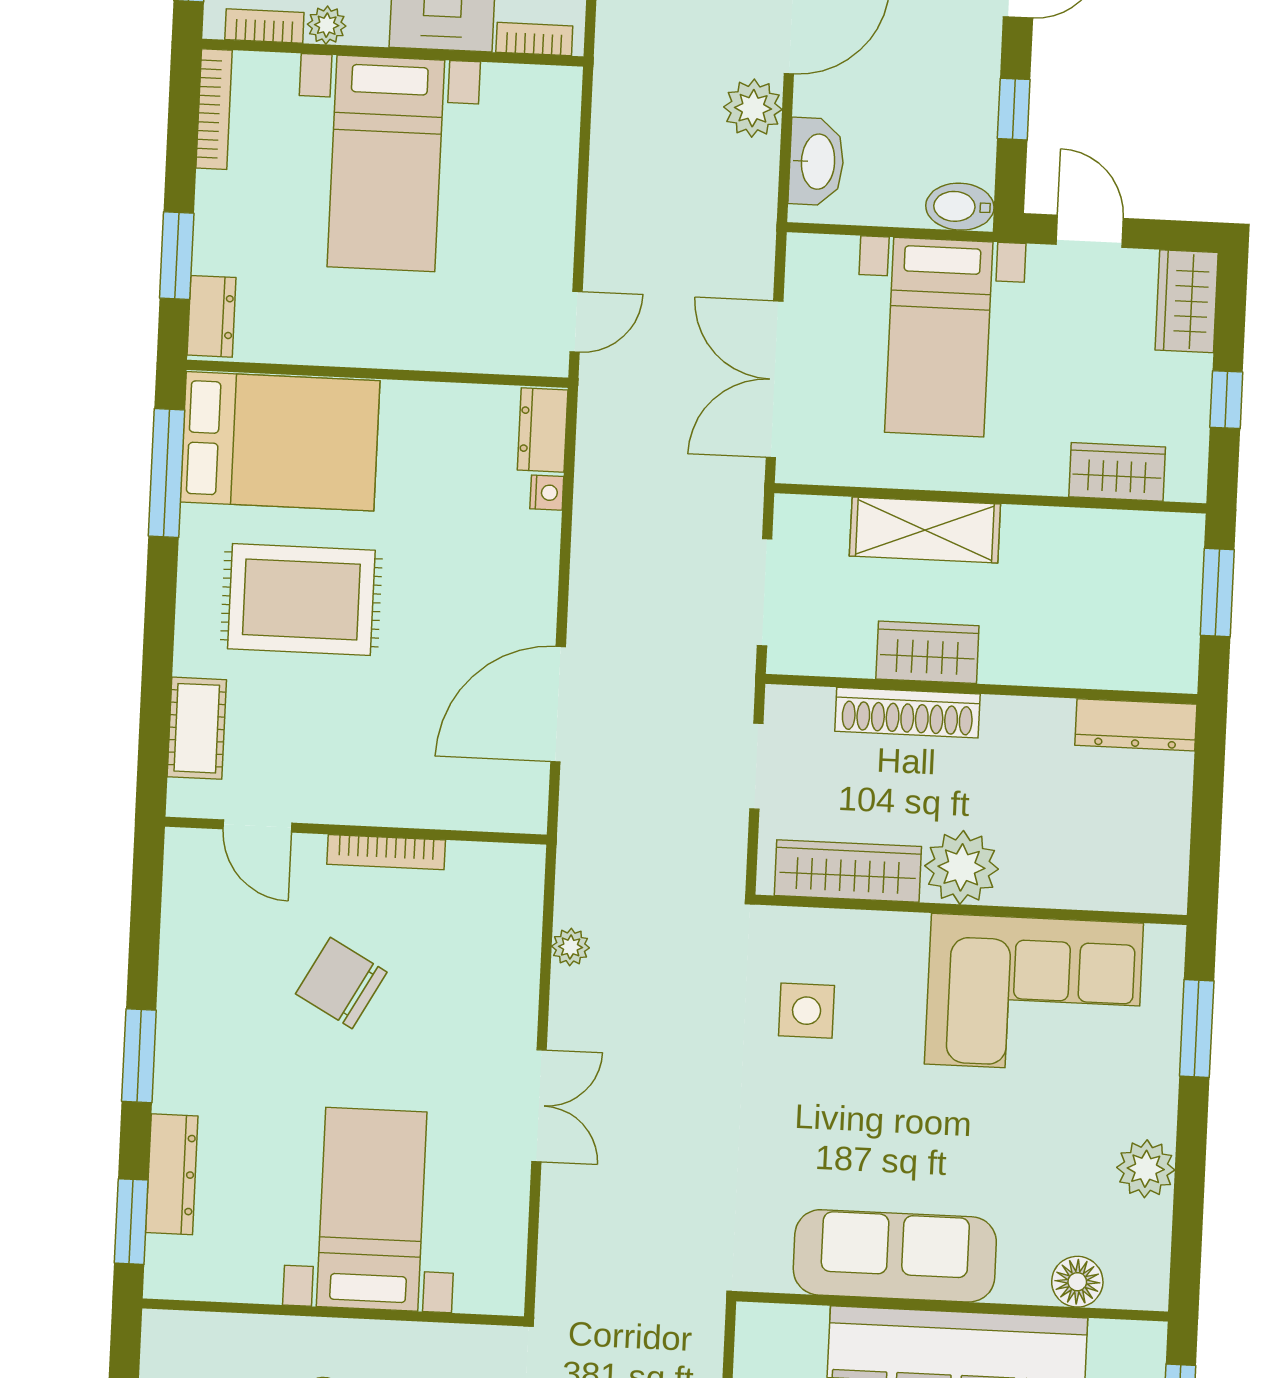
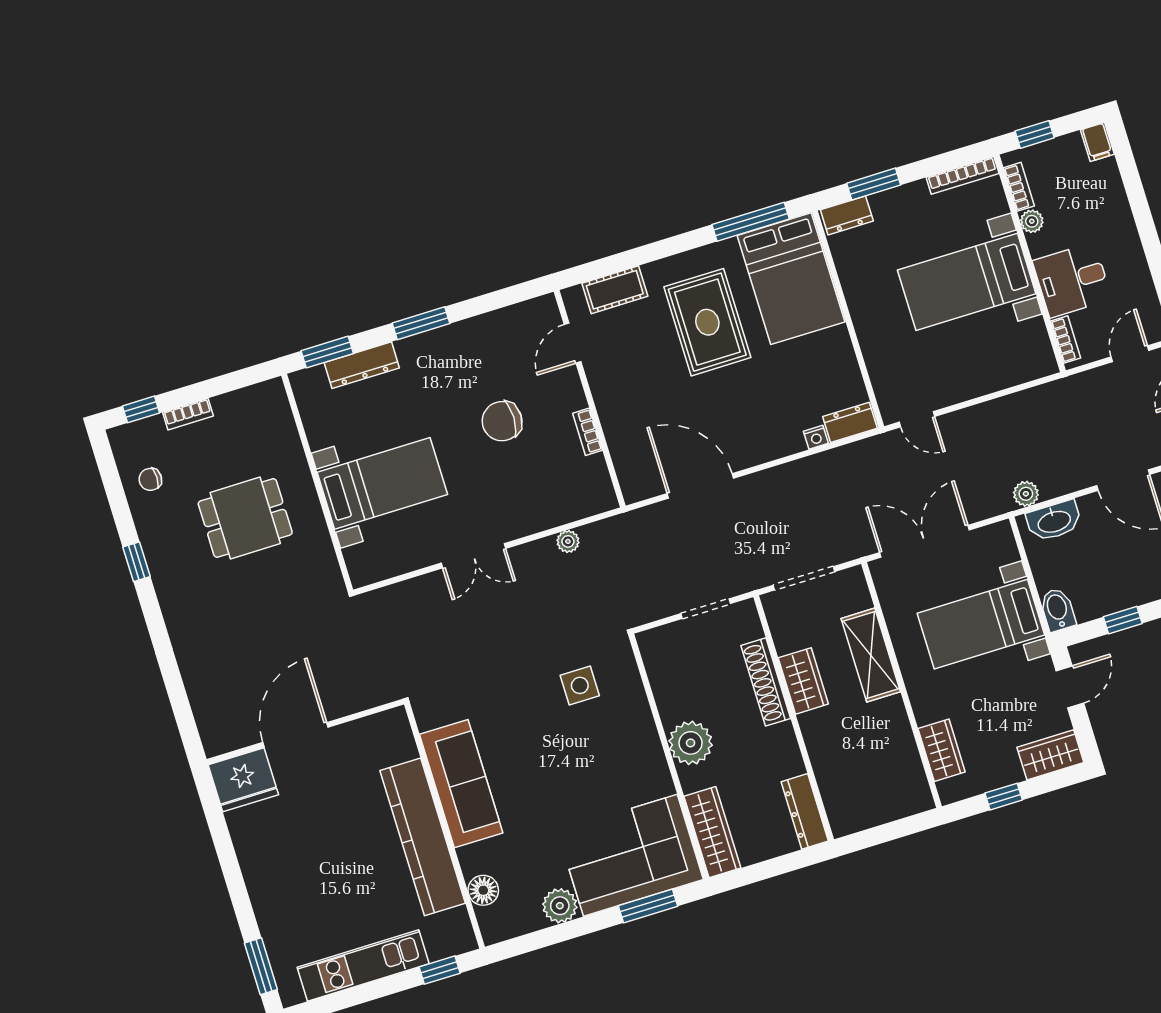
plant: (753, 108) -> (1026, 494), moved, width x0.73, depth x0.73
window: (1217, 592) -> (895, 830), removed
bookcase: (386, 852) -> (588, 432), width x0.64
wardrobe: (848, 871) -> (712, 832), moved
chair: (341, 983) -> (502, 421), turned -119
corner sofa: (1034, 994) -> (630, 855), moved, turned 90

